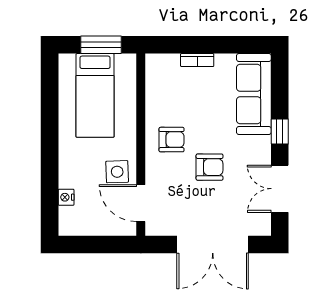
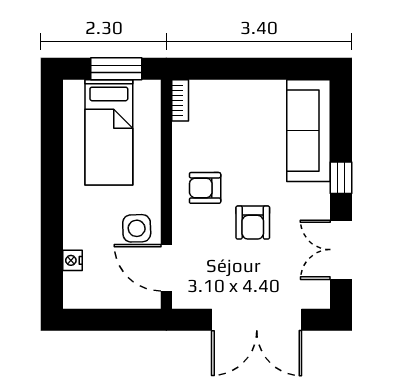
bookcase: (197, 60) -> (180, 100), moved, turned -90
armchair: (172, 140) -> (205, 188), turned 180
armchair: (210, 167) -> (253, 223), turned 90

